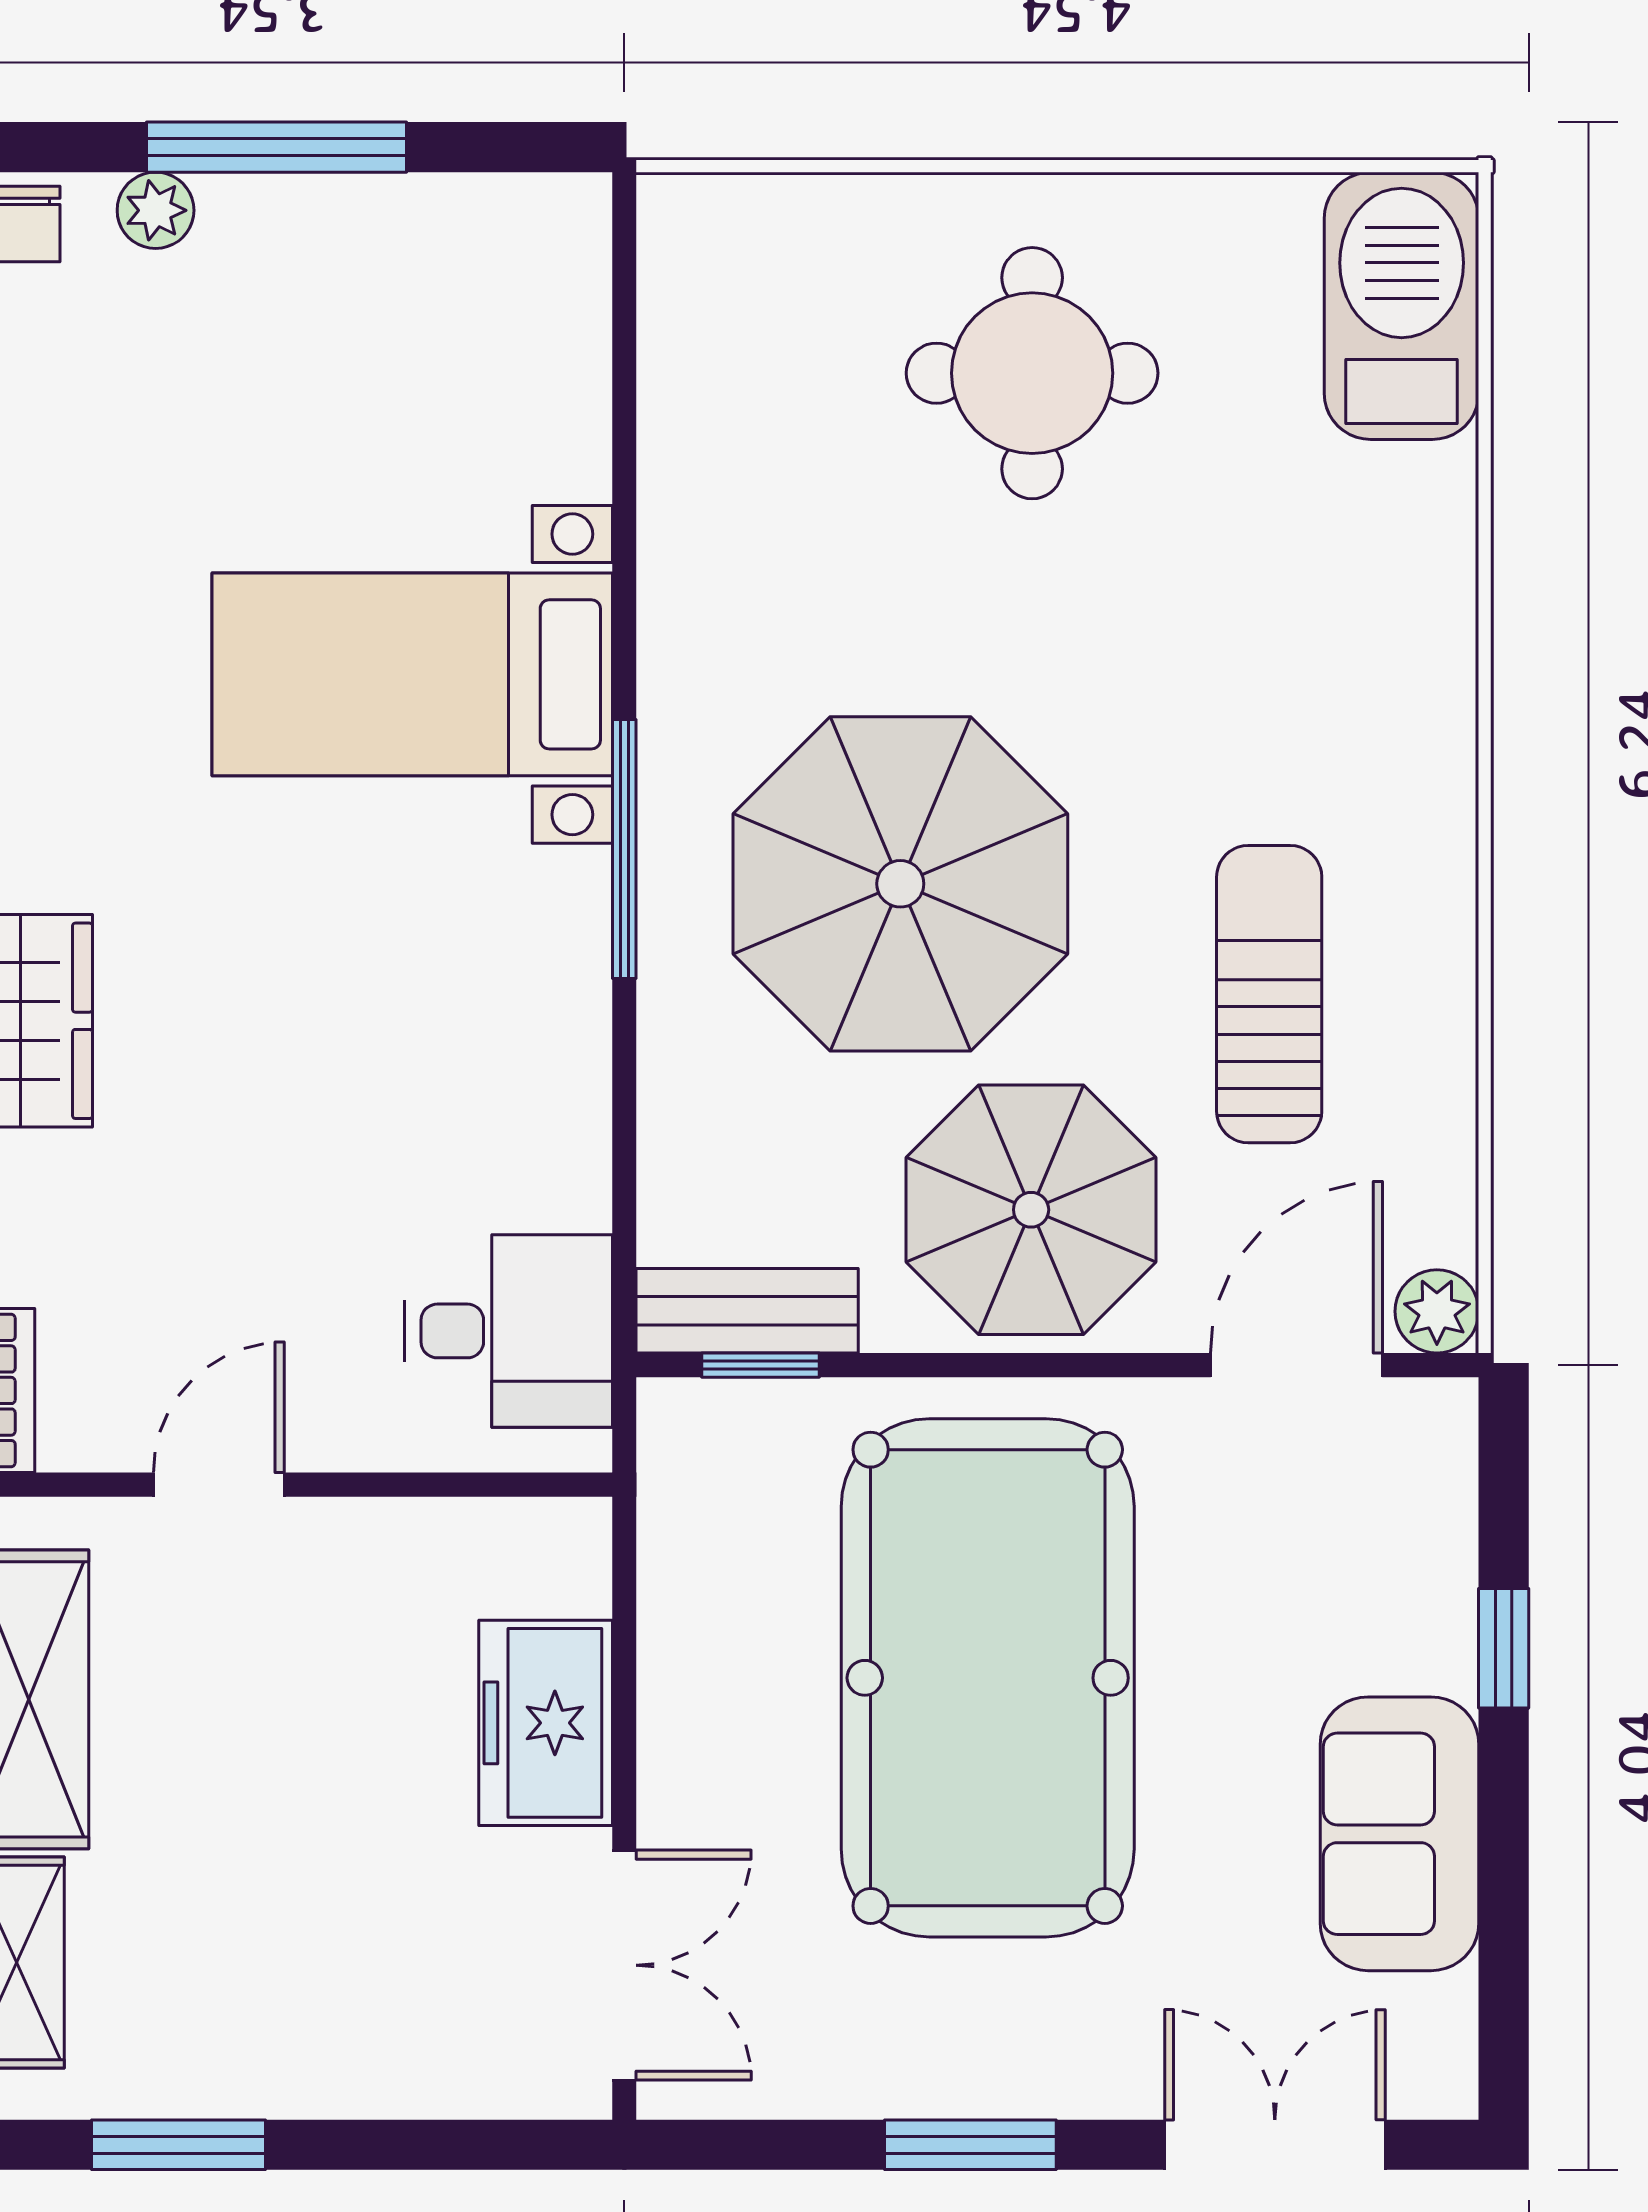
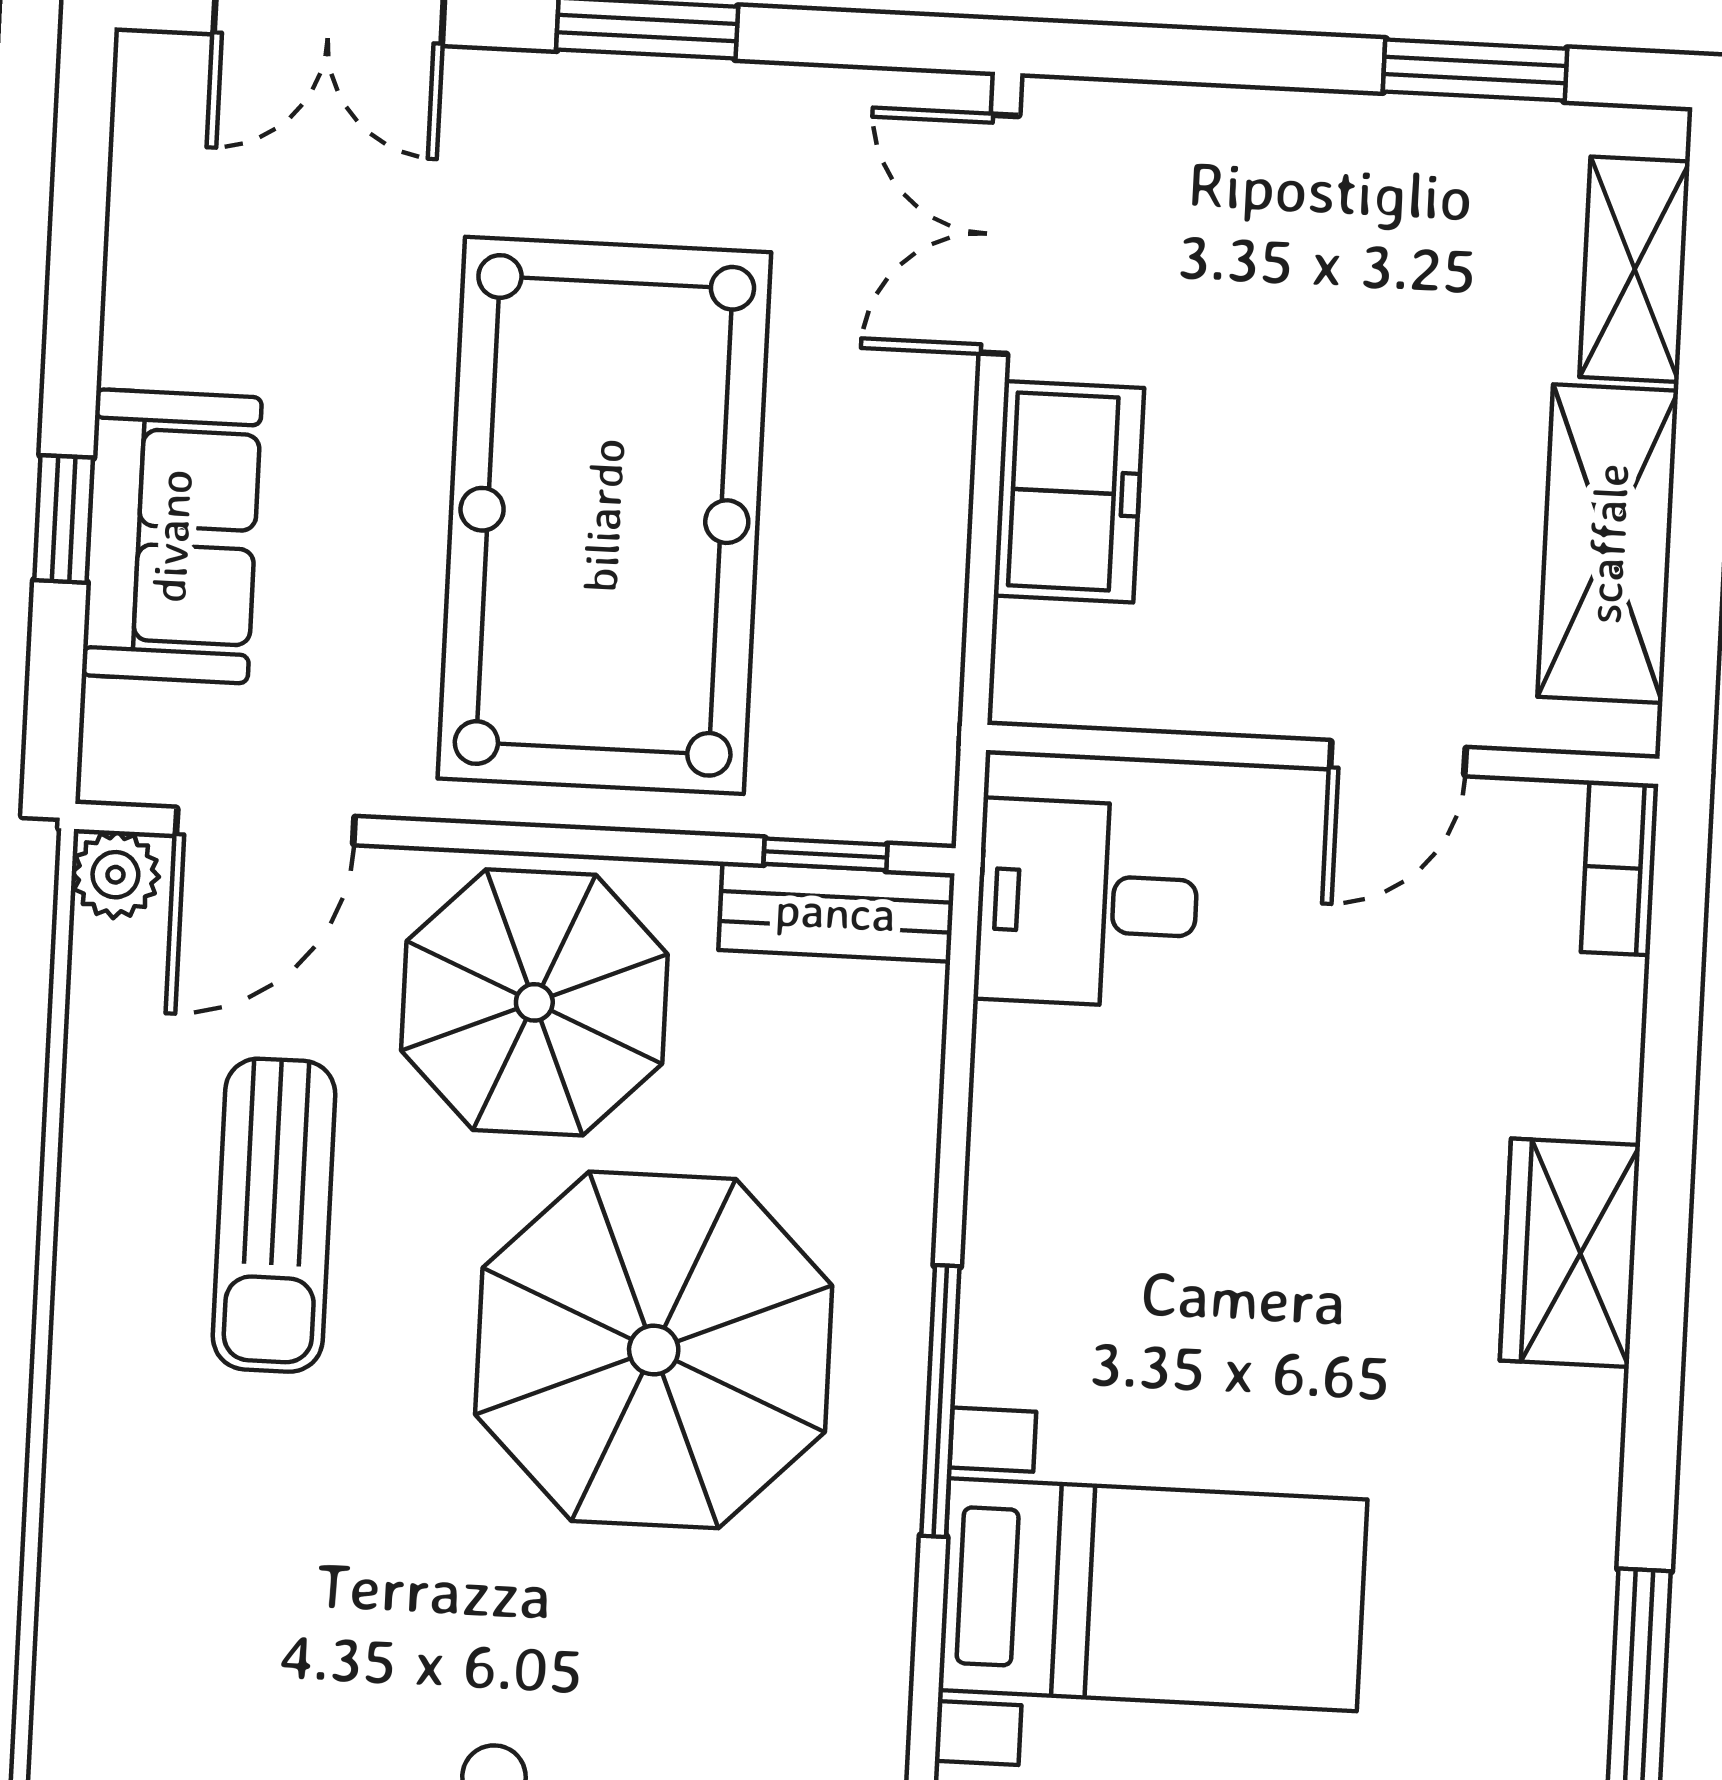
sofa: (1400, 1834) -> (172, 536), moved

